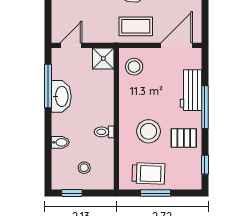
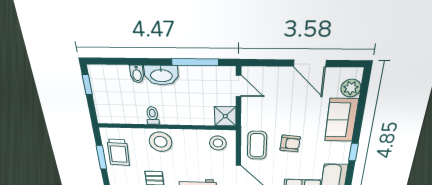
washbasin: (61, 96) -> (161, 75), moved
stool: (149, 131) -> (161, 142), moved
stool: (84, 168) -> (115, 97), removed

